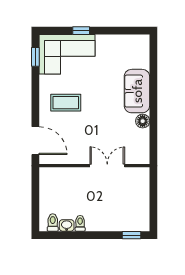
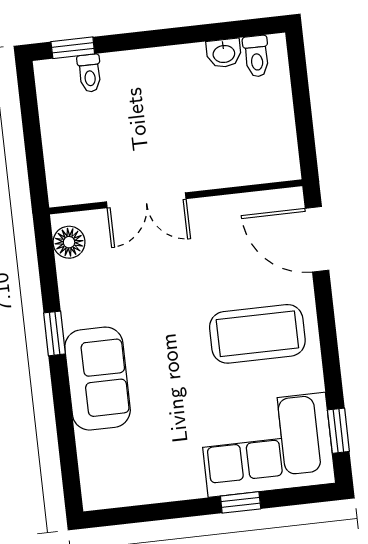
coffee table: (66, 103) -> (257, 334), width x1.36, depth x1.32
window: (153, 113) -> (55, 333), added
floor lamp: (143, 121) -> (69, 242), moved
toilet: (80, 223) -> (90, 73), moved

